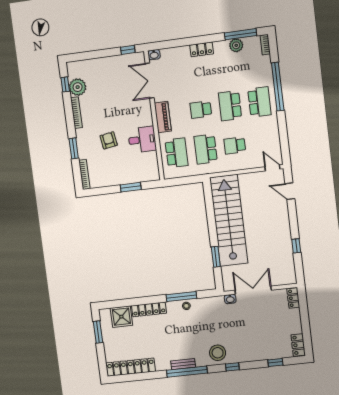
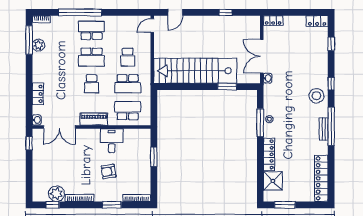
locker: (202, 49) -> (38, 94), moved

